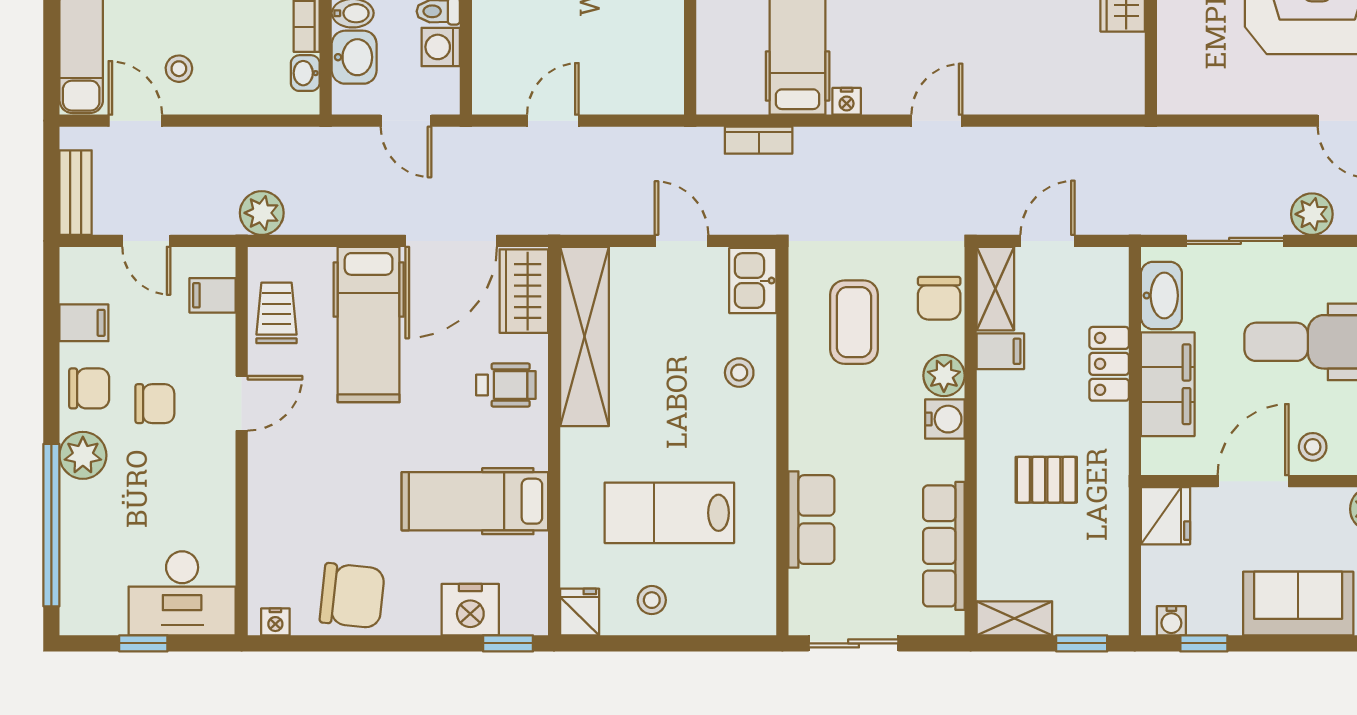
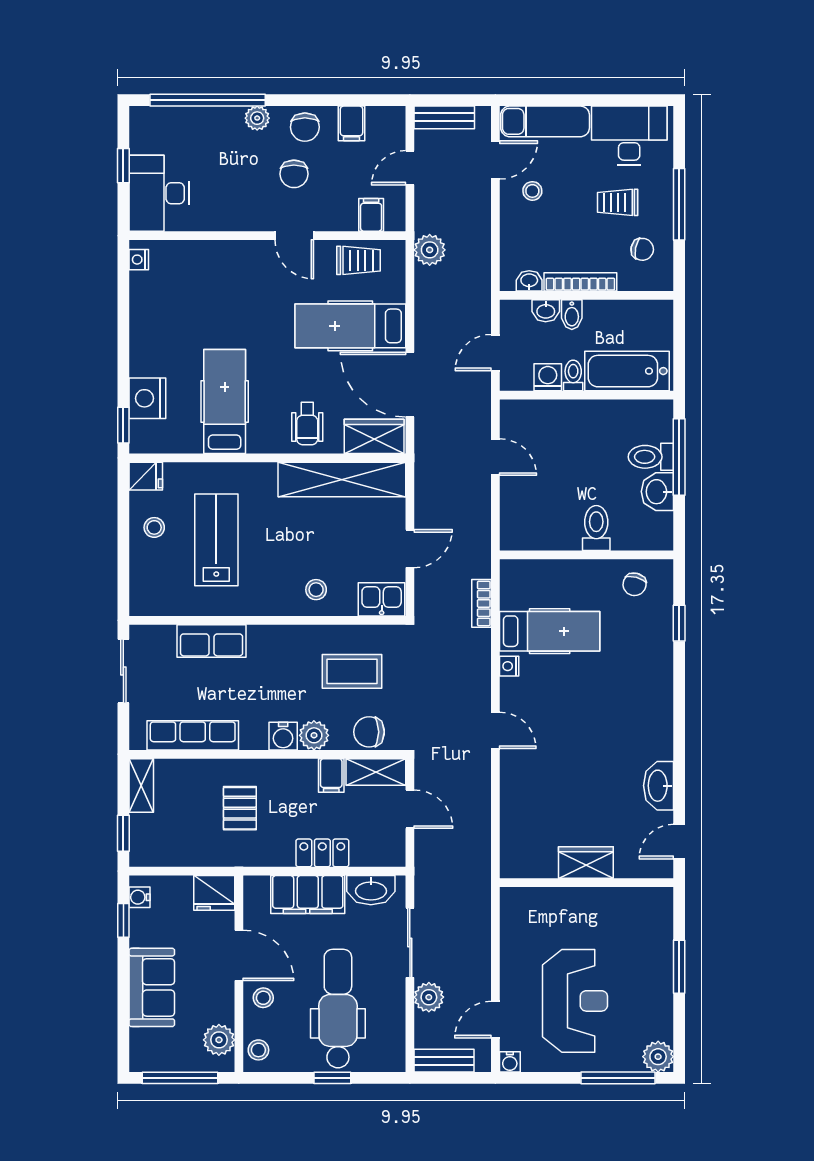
washbasin: (354, 57) -> (546, 311), width x0.72, depth x0.69
plant: (83, 455) -> (257, 118), width x0.73, depth x0.73
chair: (352, 596) -> (157, 314), removed

